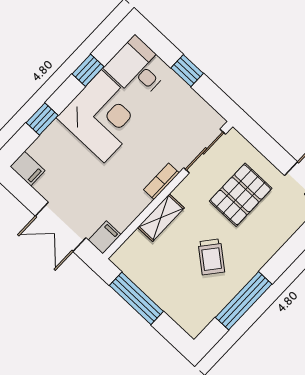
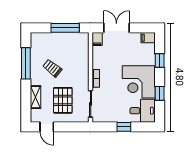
shelving: (161, 218) -> (36, 97), moved

